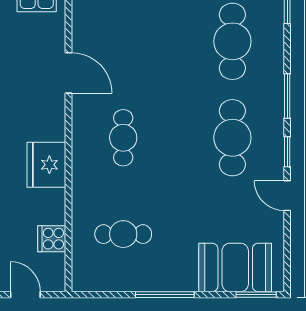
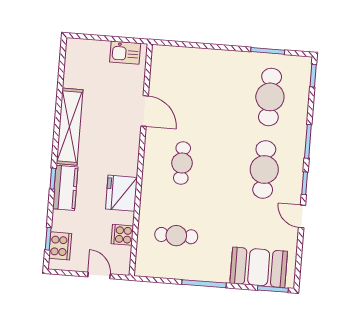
fridge: (46, 165) -> (121, 193), moved

